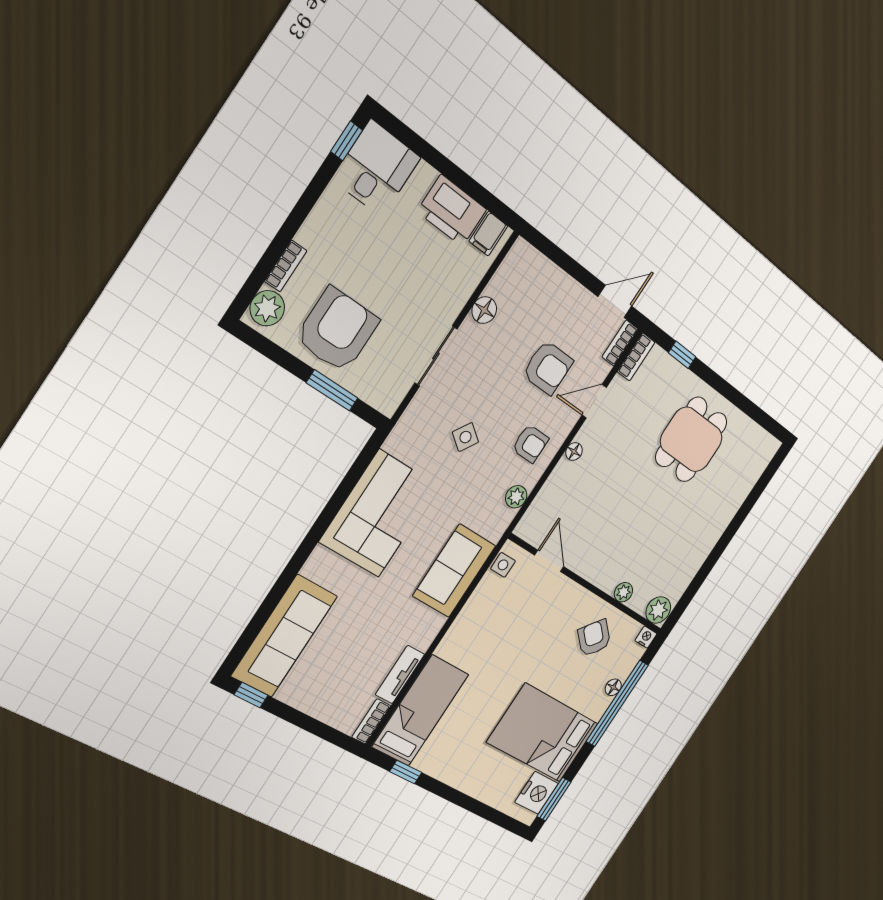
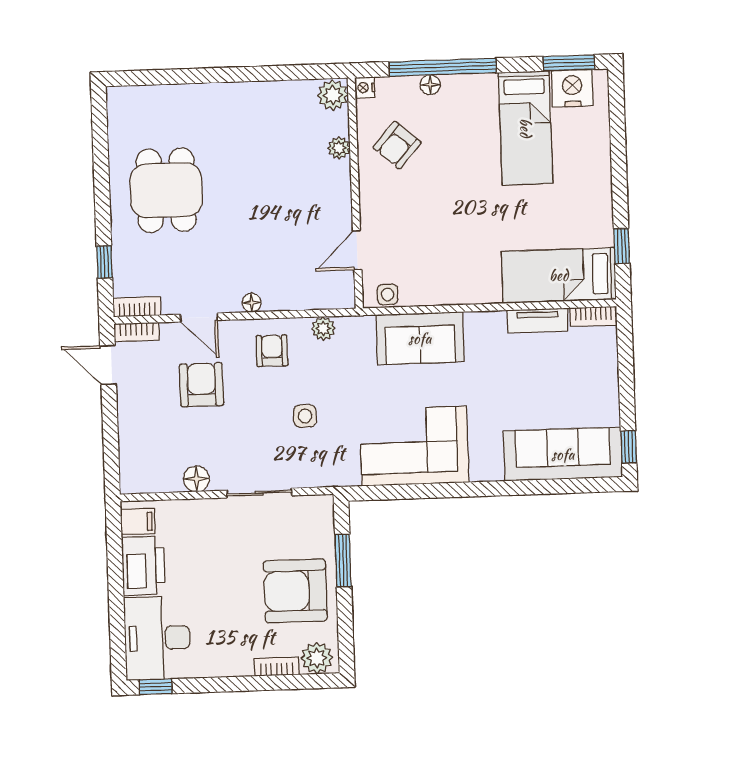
desk: (376, 168) -> (157, 638), width x1.37
side table: (465, 437) -> (305, 416), turned -34
dining table: (691, 440) -> (166, 190), turned 90
bed: (543, 733) -> (526, 128), width x0.67

